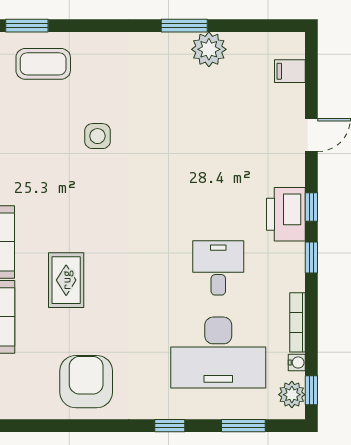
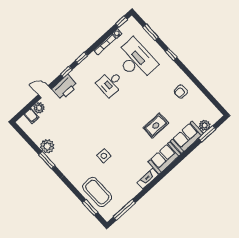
coffee table: (43, 64) -> (97, 192), width x1.36, depth x1.32
printer: (286, 214) -> (65, 87), moved
armchair: (86, 382) -> (181, 92), width x0.53, depth x0.53
plant: (292, 395) -> (39, 108), moved

